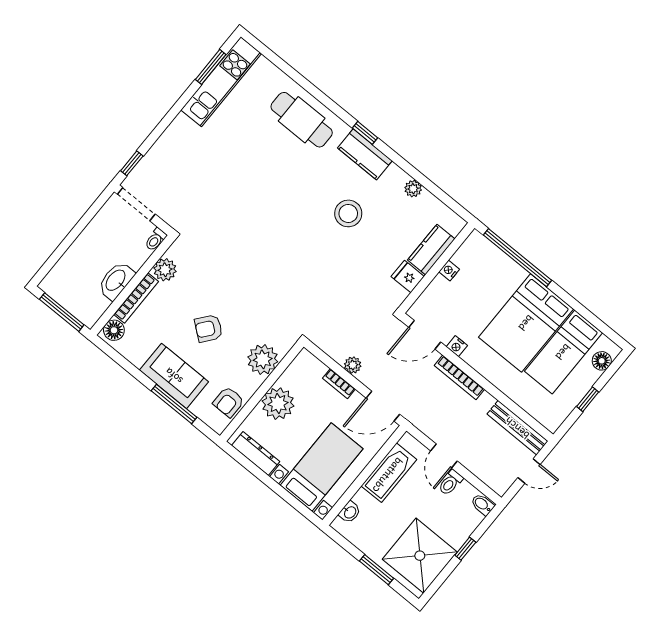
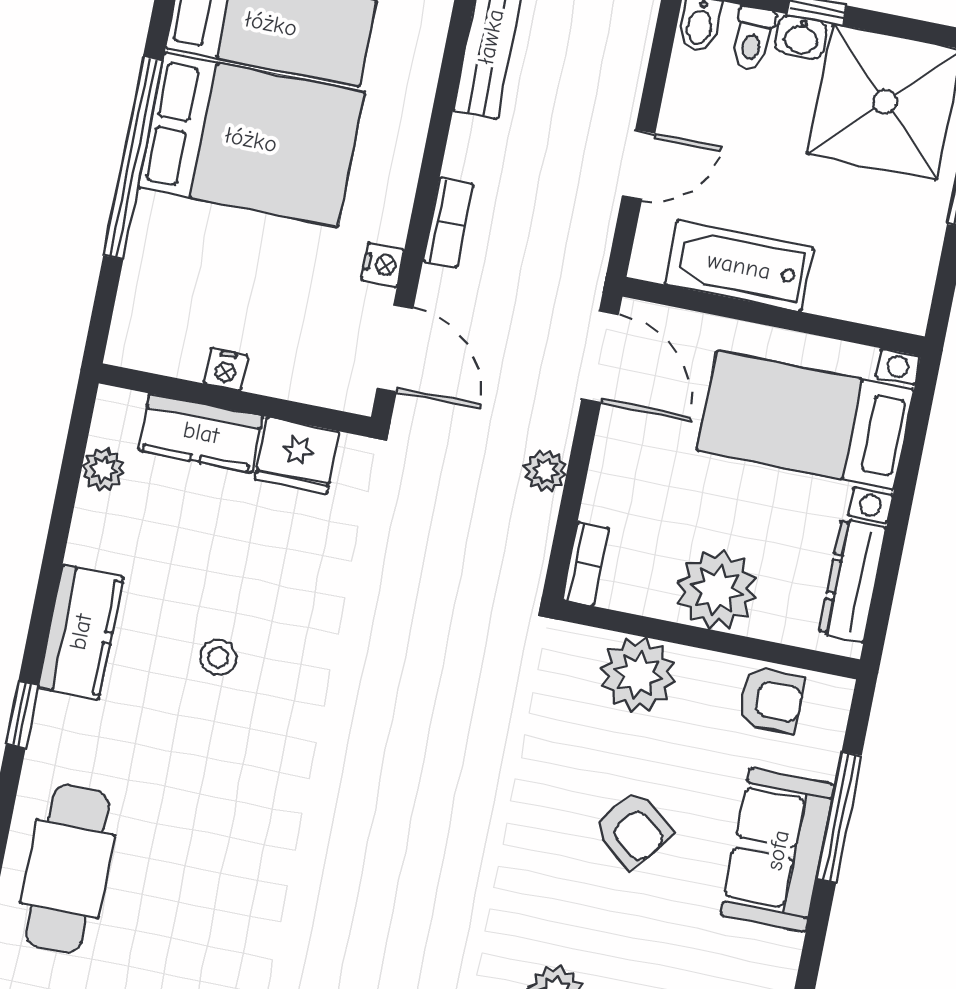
kitchen counter: (365, 154) -> (81, 632), moved
plant: (413, 189) -> (103, 469), moved
stool: (348, 213) -> (218, 657), width x0.53, depth x0.53
window: (517, 258) -> (133, 158), moved
fridge: (408, 276) -> (297, 455), width x1.38
bookcase: (459, 377) -> (448, 222), width x0.64
bookcase: (339, 384) -> (585, 564), moved
toilet: (450, 483) -> (753, 39), moved, turned 90
washbasin: (350, 512) -> (801, 37), moved, turned 180

